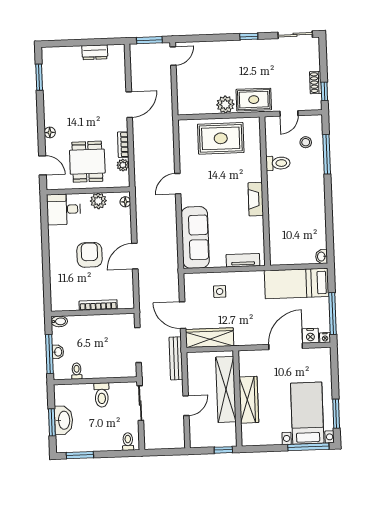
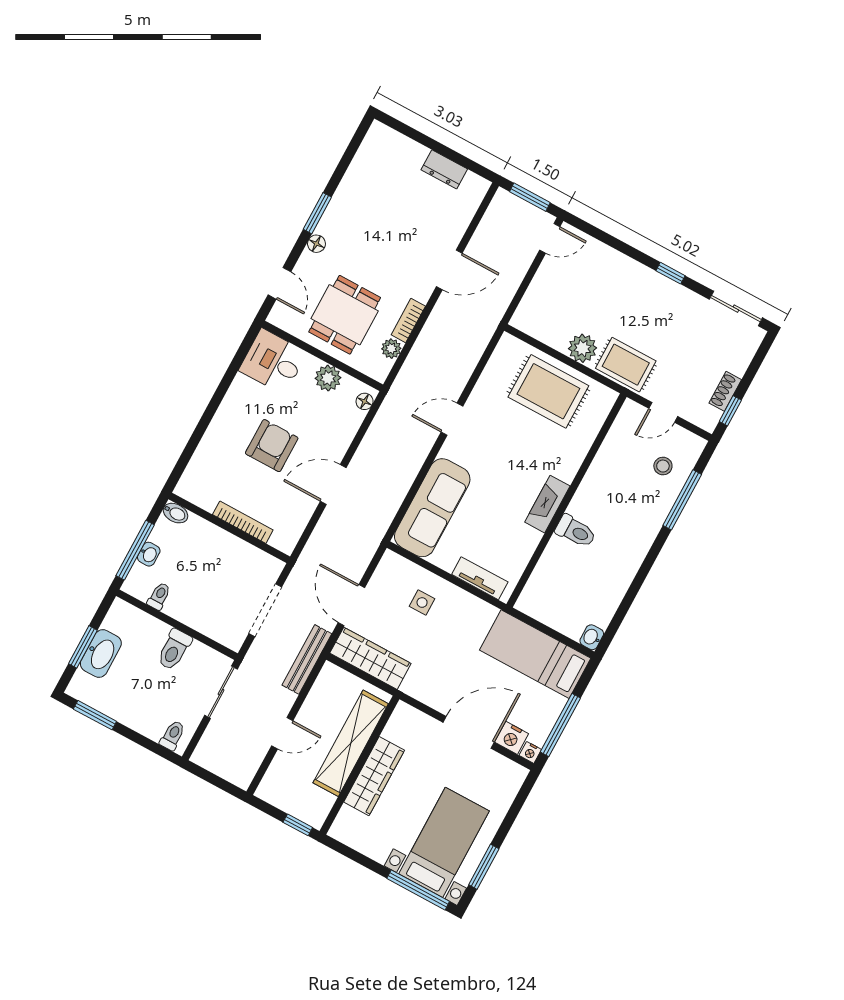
window: (39, 77) -> (317, 213), moved
toilet: (278, 163) -> (576, 531), moved

